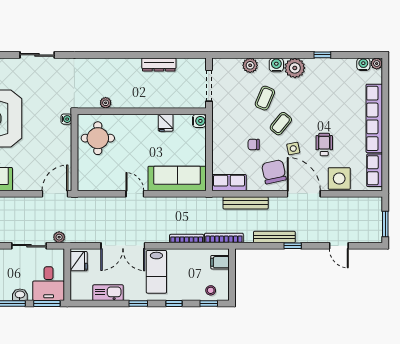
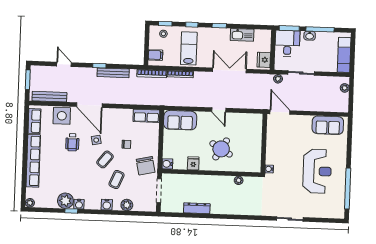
water cooler: (363, 64) -> (79, 204), moved
plant: (295, 68) -> (65, 201), moved
round table: (98, 138) -> (221, 149), moved, turned 31
chair: (274, 172) -> (146, 166), moved
sofa: (177, 178) -> (180, 120), width x0.73
door: (55, 194) -> (280, 112), swing flipped
bench: (246, 203) -> (49, 97), moved
lab bench: (156, 272) -> (189, 48), moved

